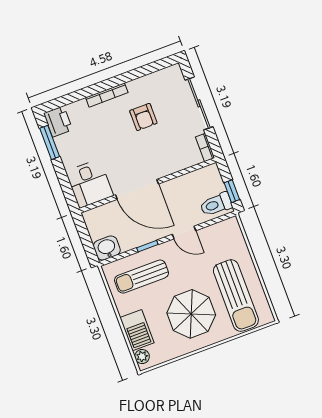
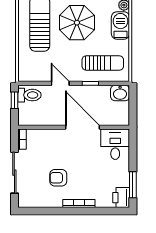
armchair: (143, 117) -> (58, 178), turned -90

